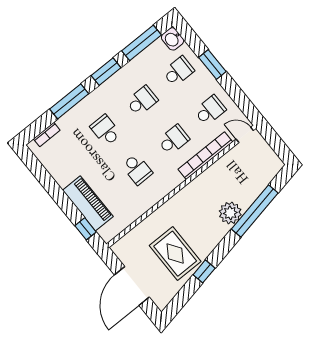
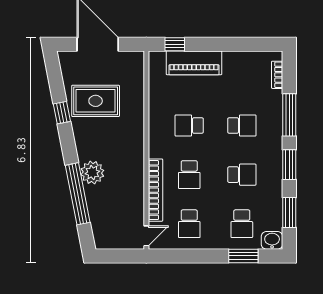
window: (142, 43) -> (289, 212), width x0.69
window: (212, 65) -> (243, 256), moved
school desk: (142, 101) -> (242, 175), turned -90

